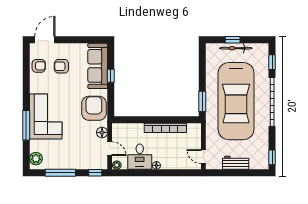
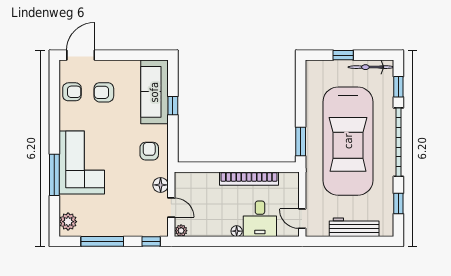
bicycle: (236, 48) -> (371, 67), moved
armchair: (94, 108) -> (149, 151), width x0.53, depth x0.53
desk: (140, 157) -> (260, 219), moved
window: (272, 157) -> (398, 203), moved
workbench: (236, 163) -> (354, 227), width x1.38

